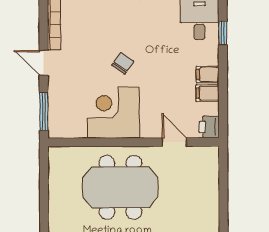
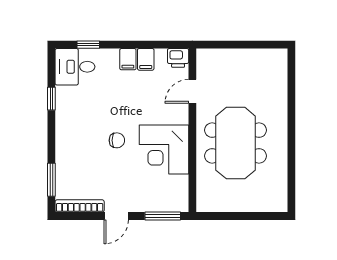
chair: (123, 63) -> (117, 140), turned 145

